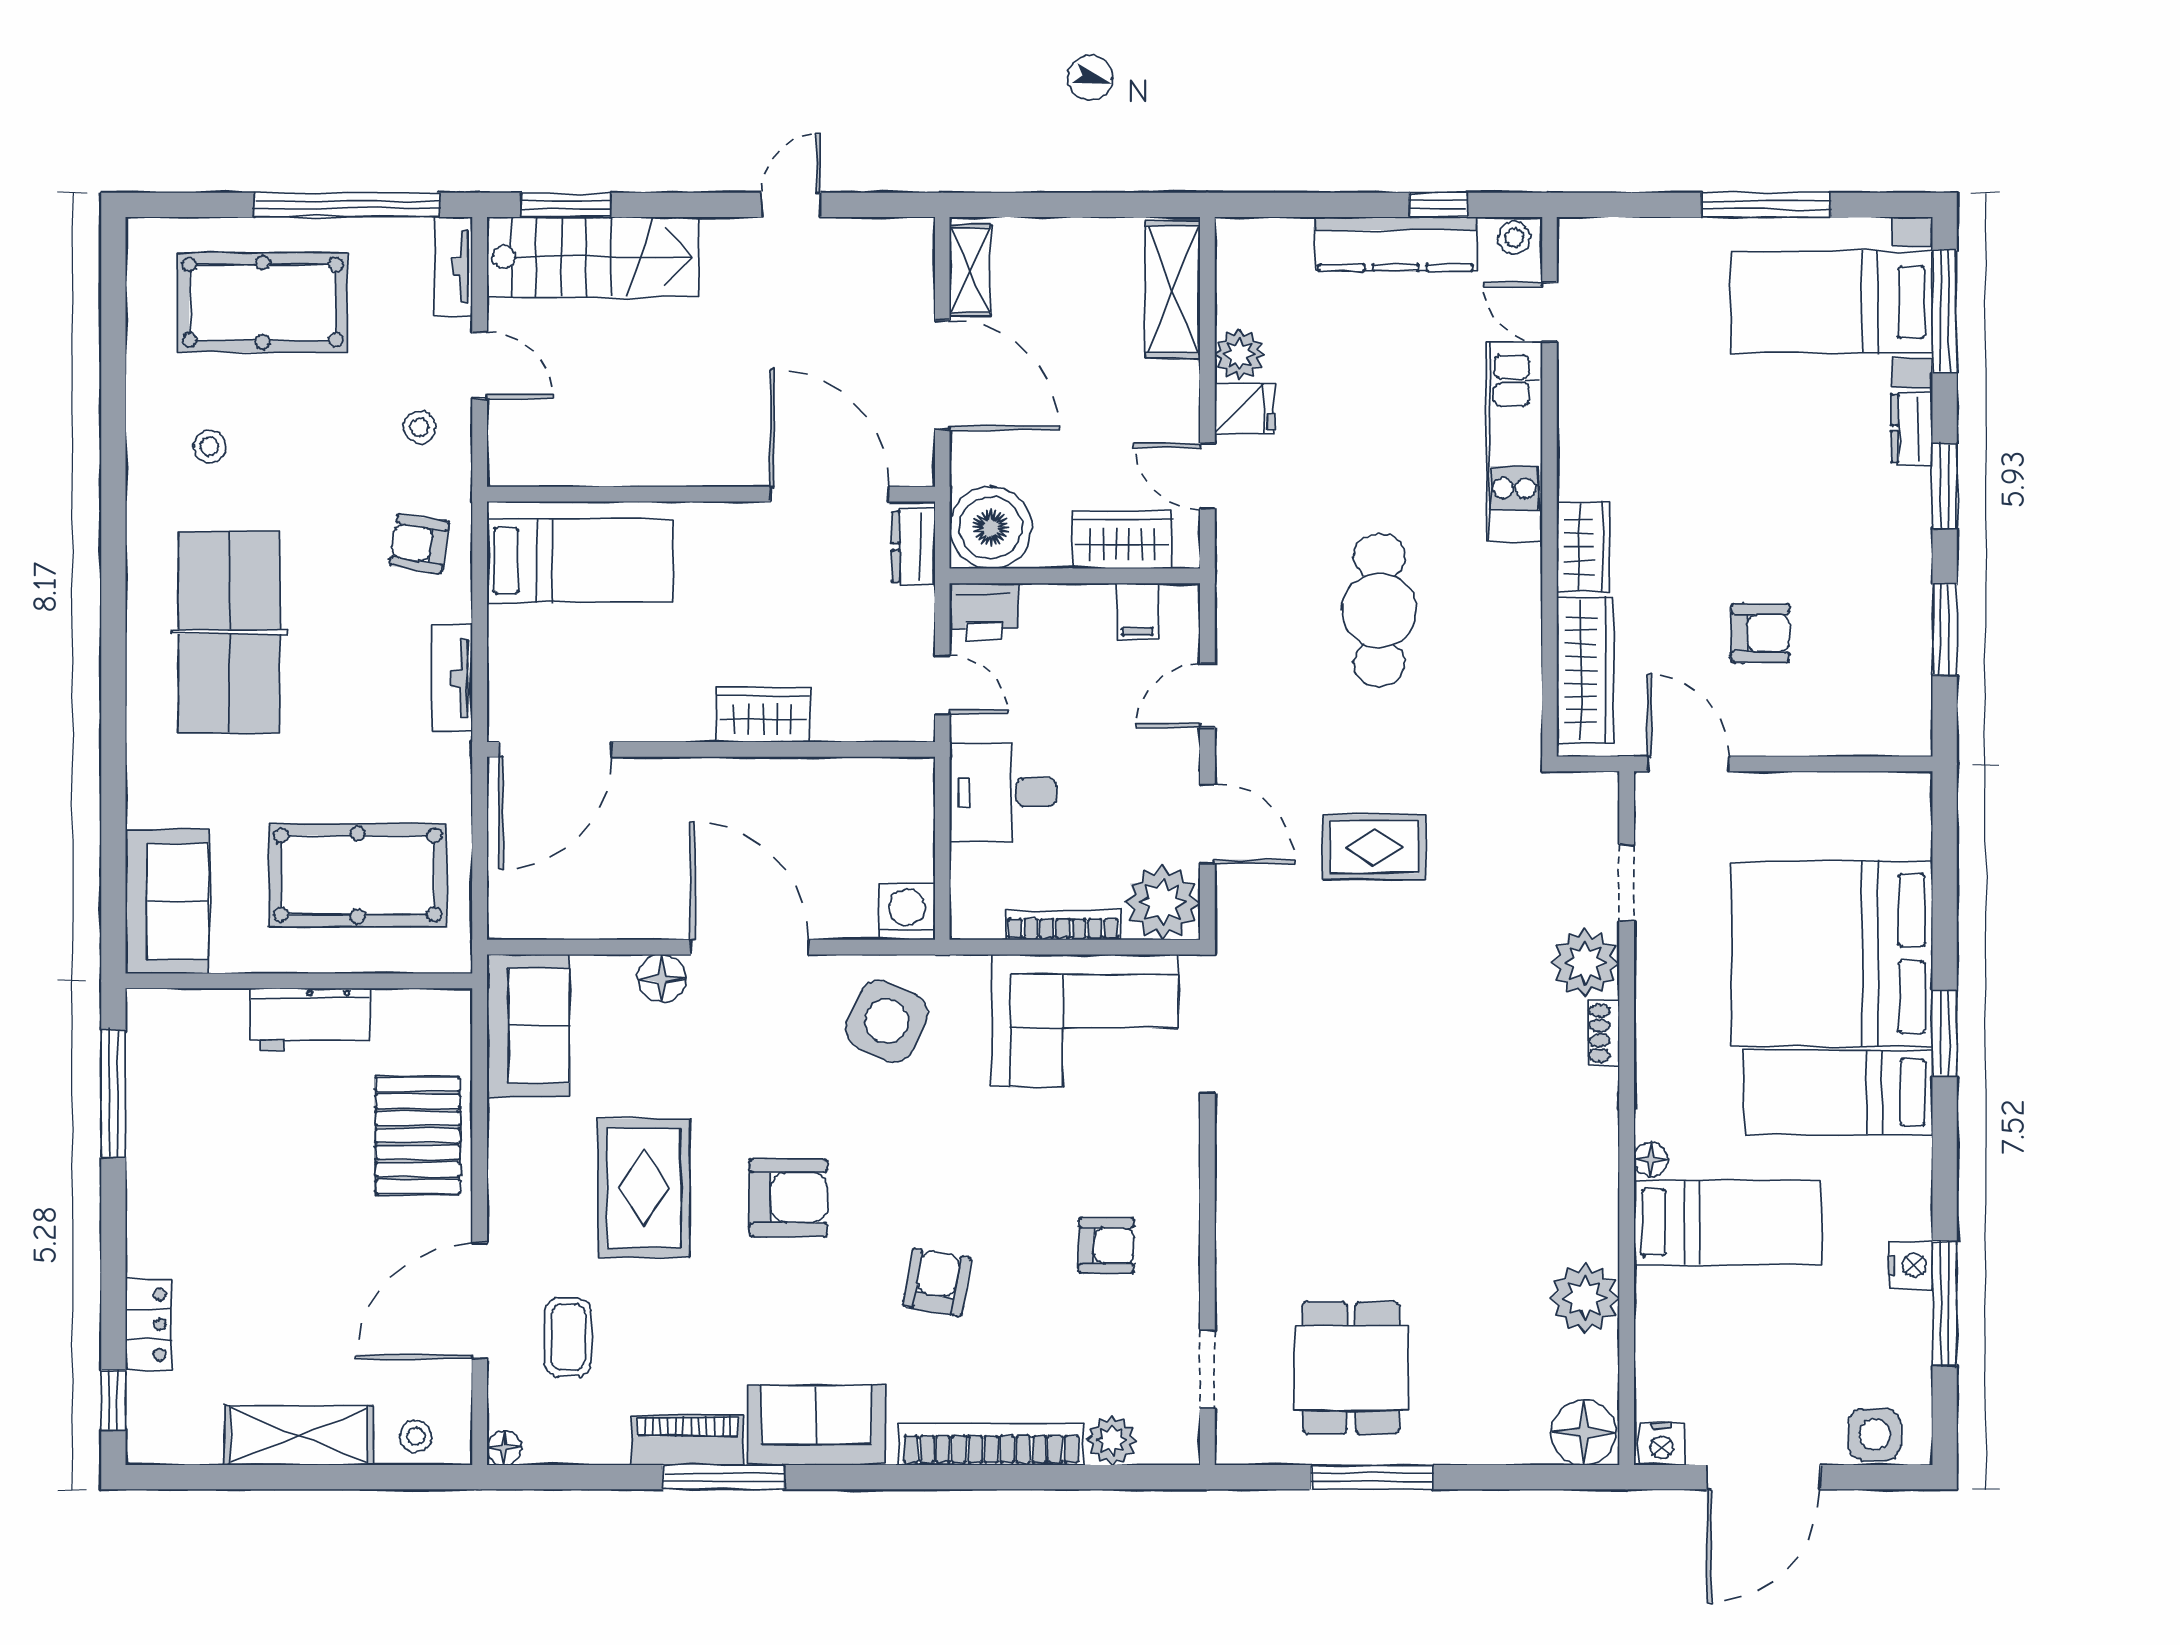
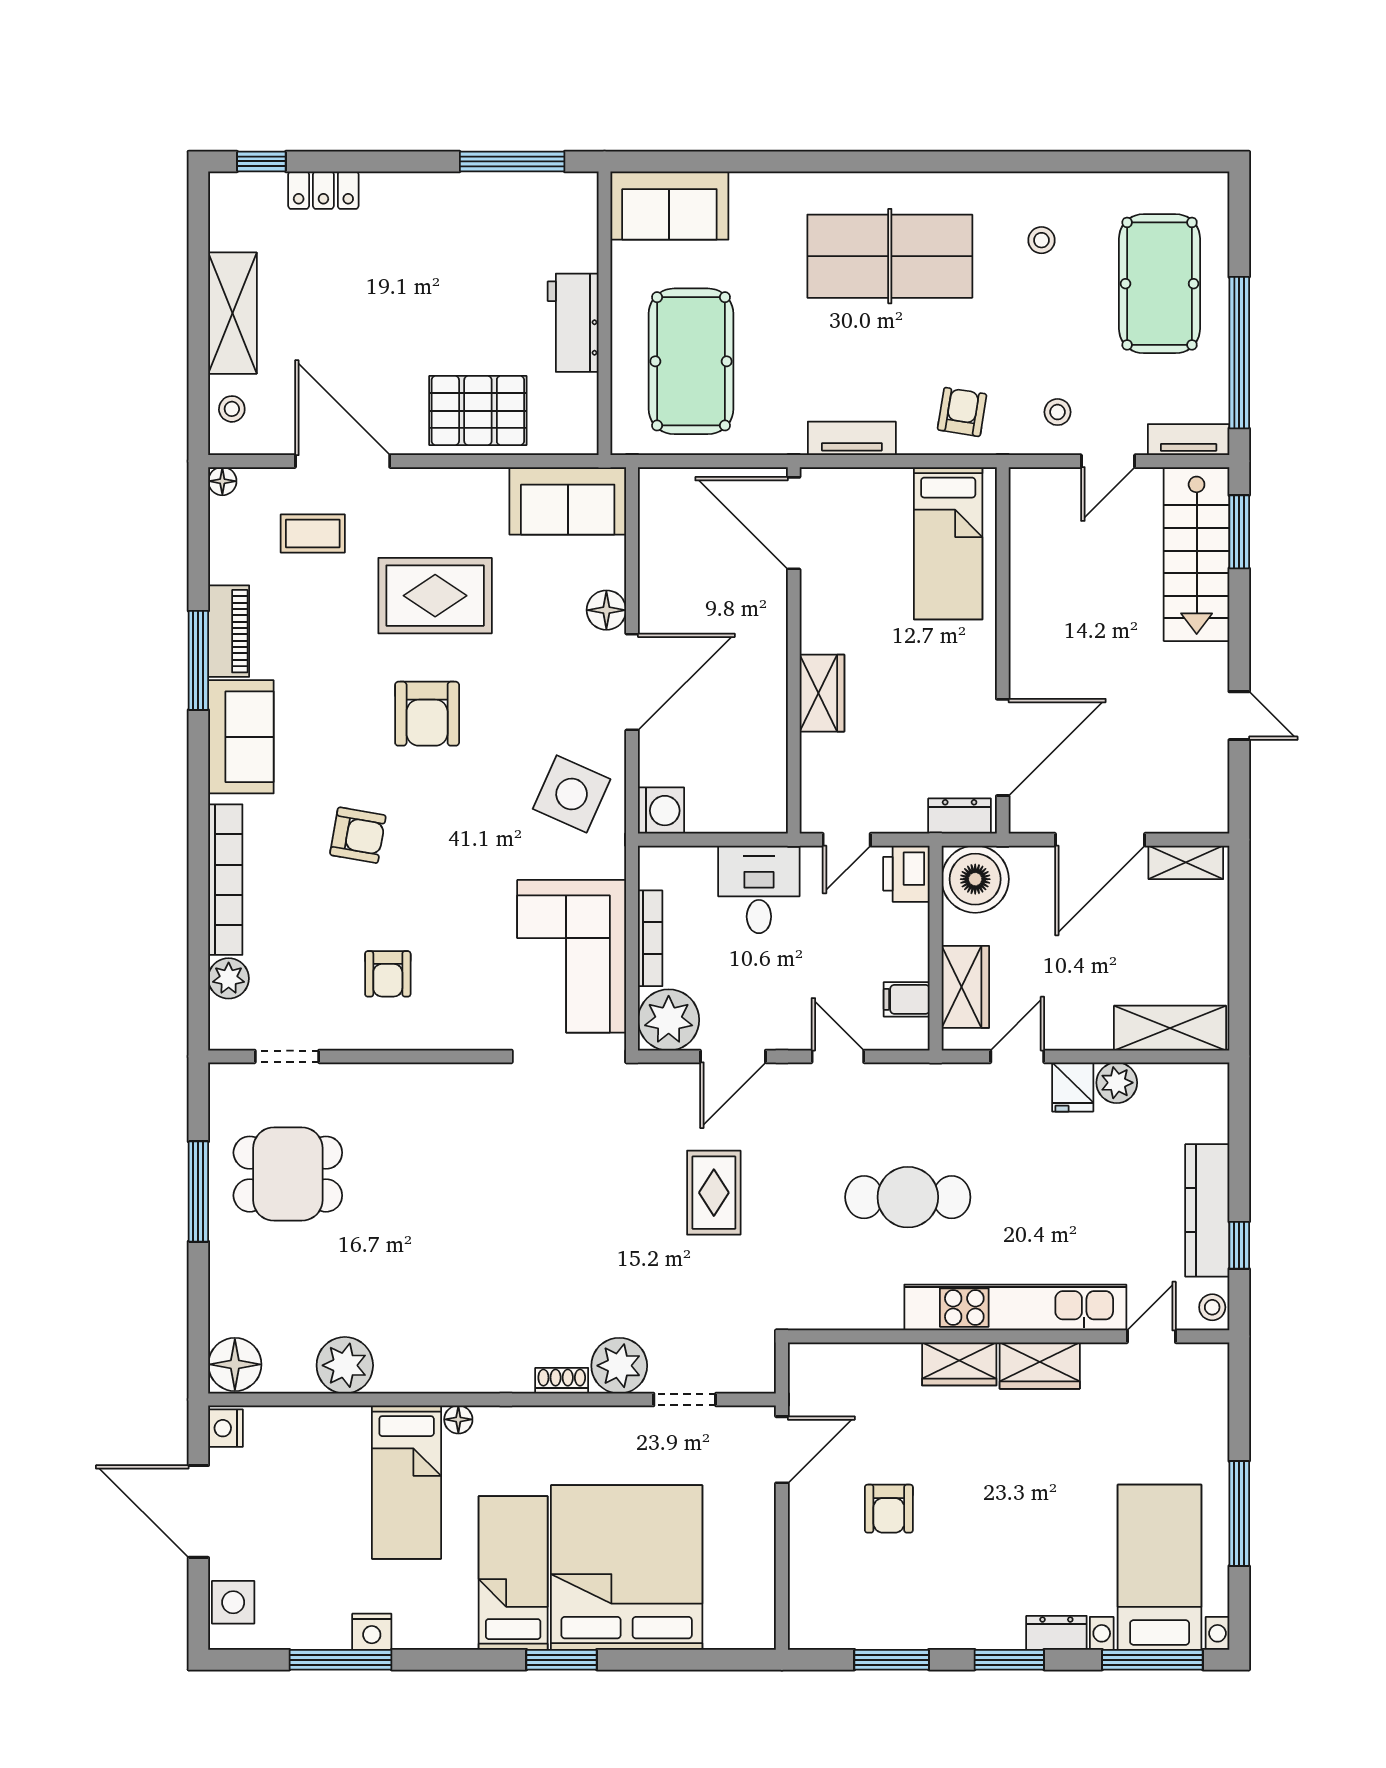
kitchen unit: (1514, 442) -> (1015, 1308), width x1.36
wardrobe: (1585, 670) -> (1040, 1366), moved, width x0.67

